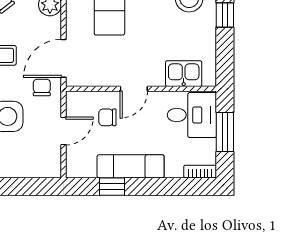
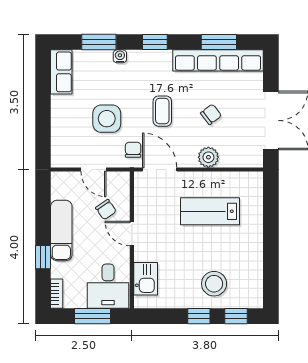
chair: (42, 87) -> (133, 150), turned -90
chair: (107, 117) -> (106, 210), turned 145
window: (112, 187) -> (43, 257), moved

